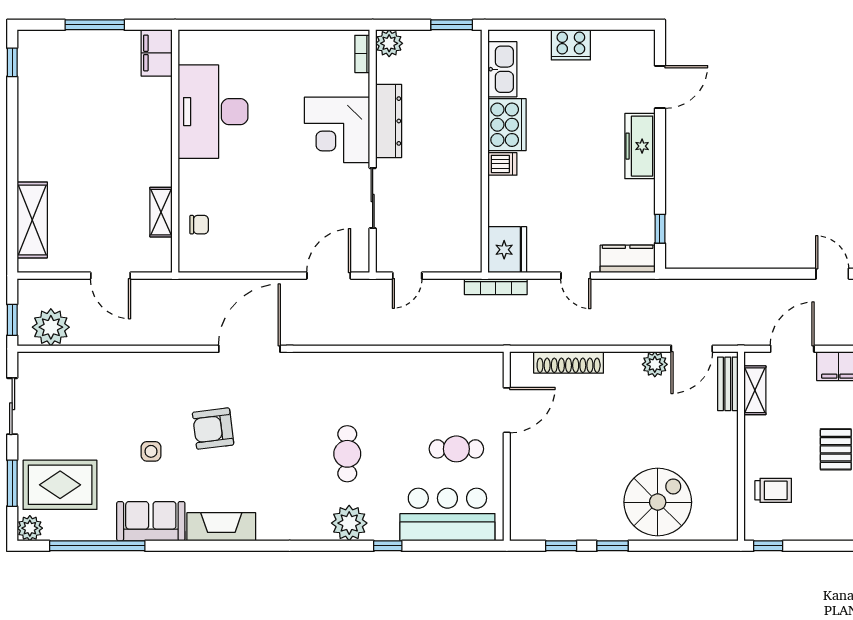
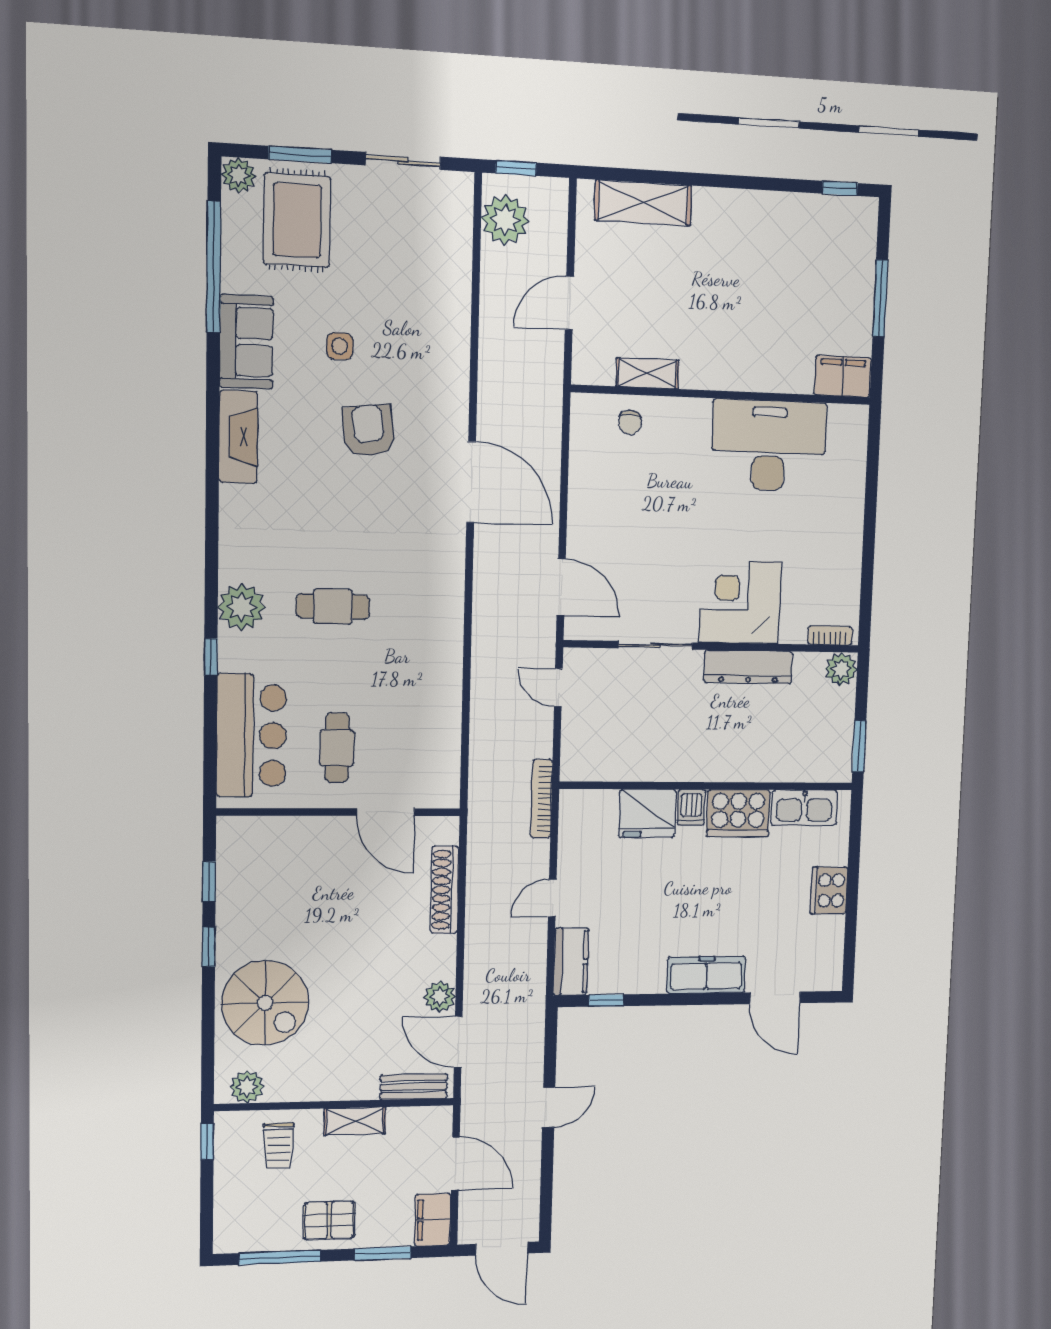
fridge: (507, 250) -> (647, 813), moved
door: (832, 274) -> (549, 1107), moved
shelving: (755, 390) -> (355, 1121), moved
plant: (725, 515) -> (247, 1087), added

